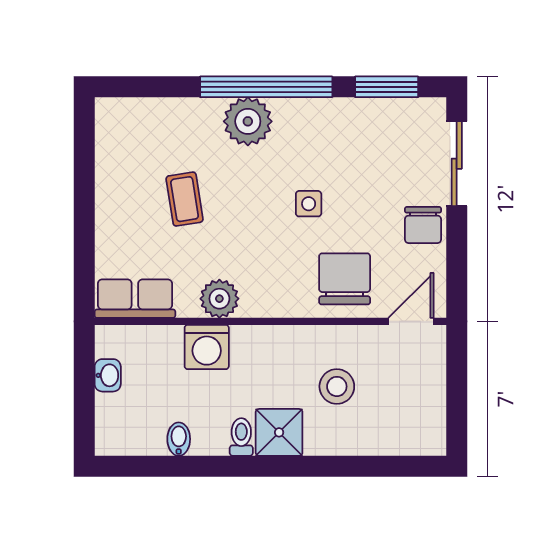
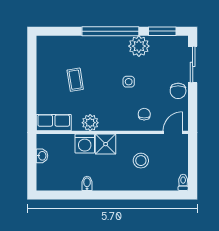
plant: (248, 121) -> (139, 46), moved
chair: (345, 279) -> (144, 114), width x0.54, depth x0.54
shower: (279, 432) -> (106, 144), moved
toilet: (241, 437) -> (183, 182), moved
bidet: (179, 439) -> (87, 183), moved

